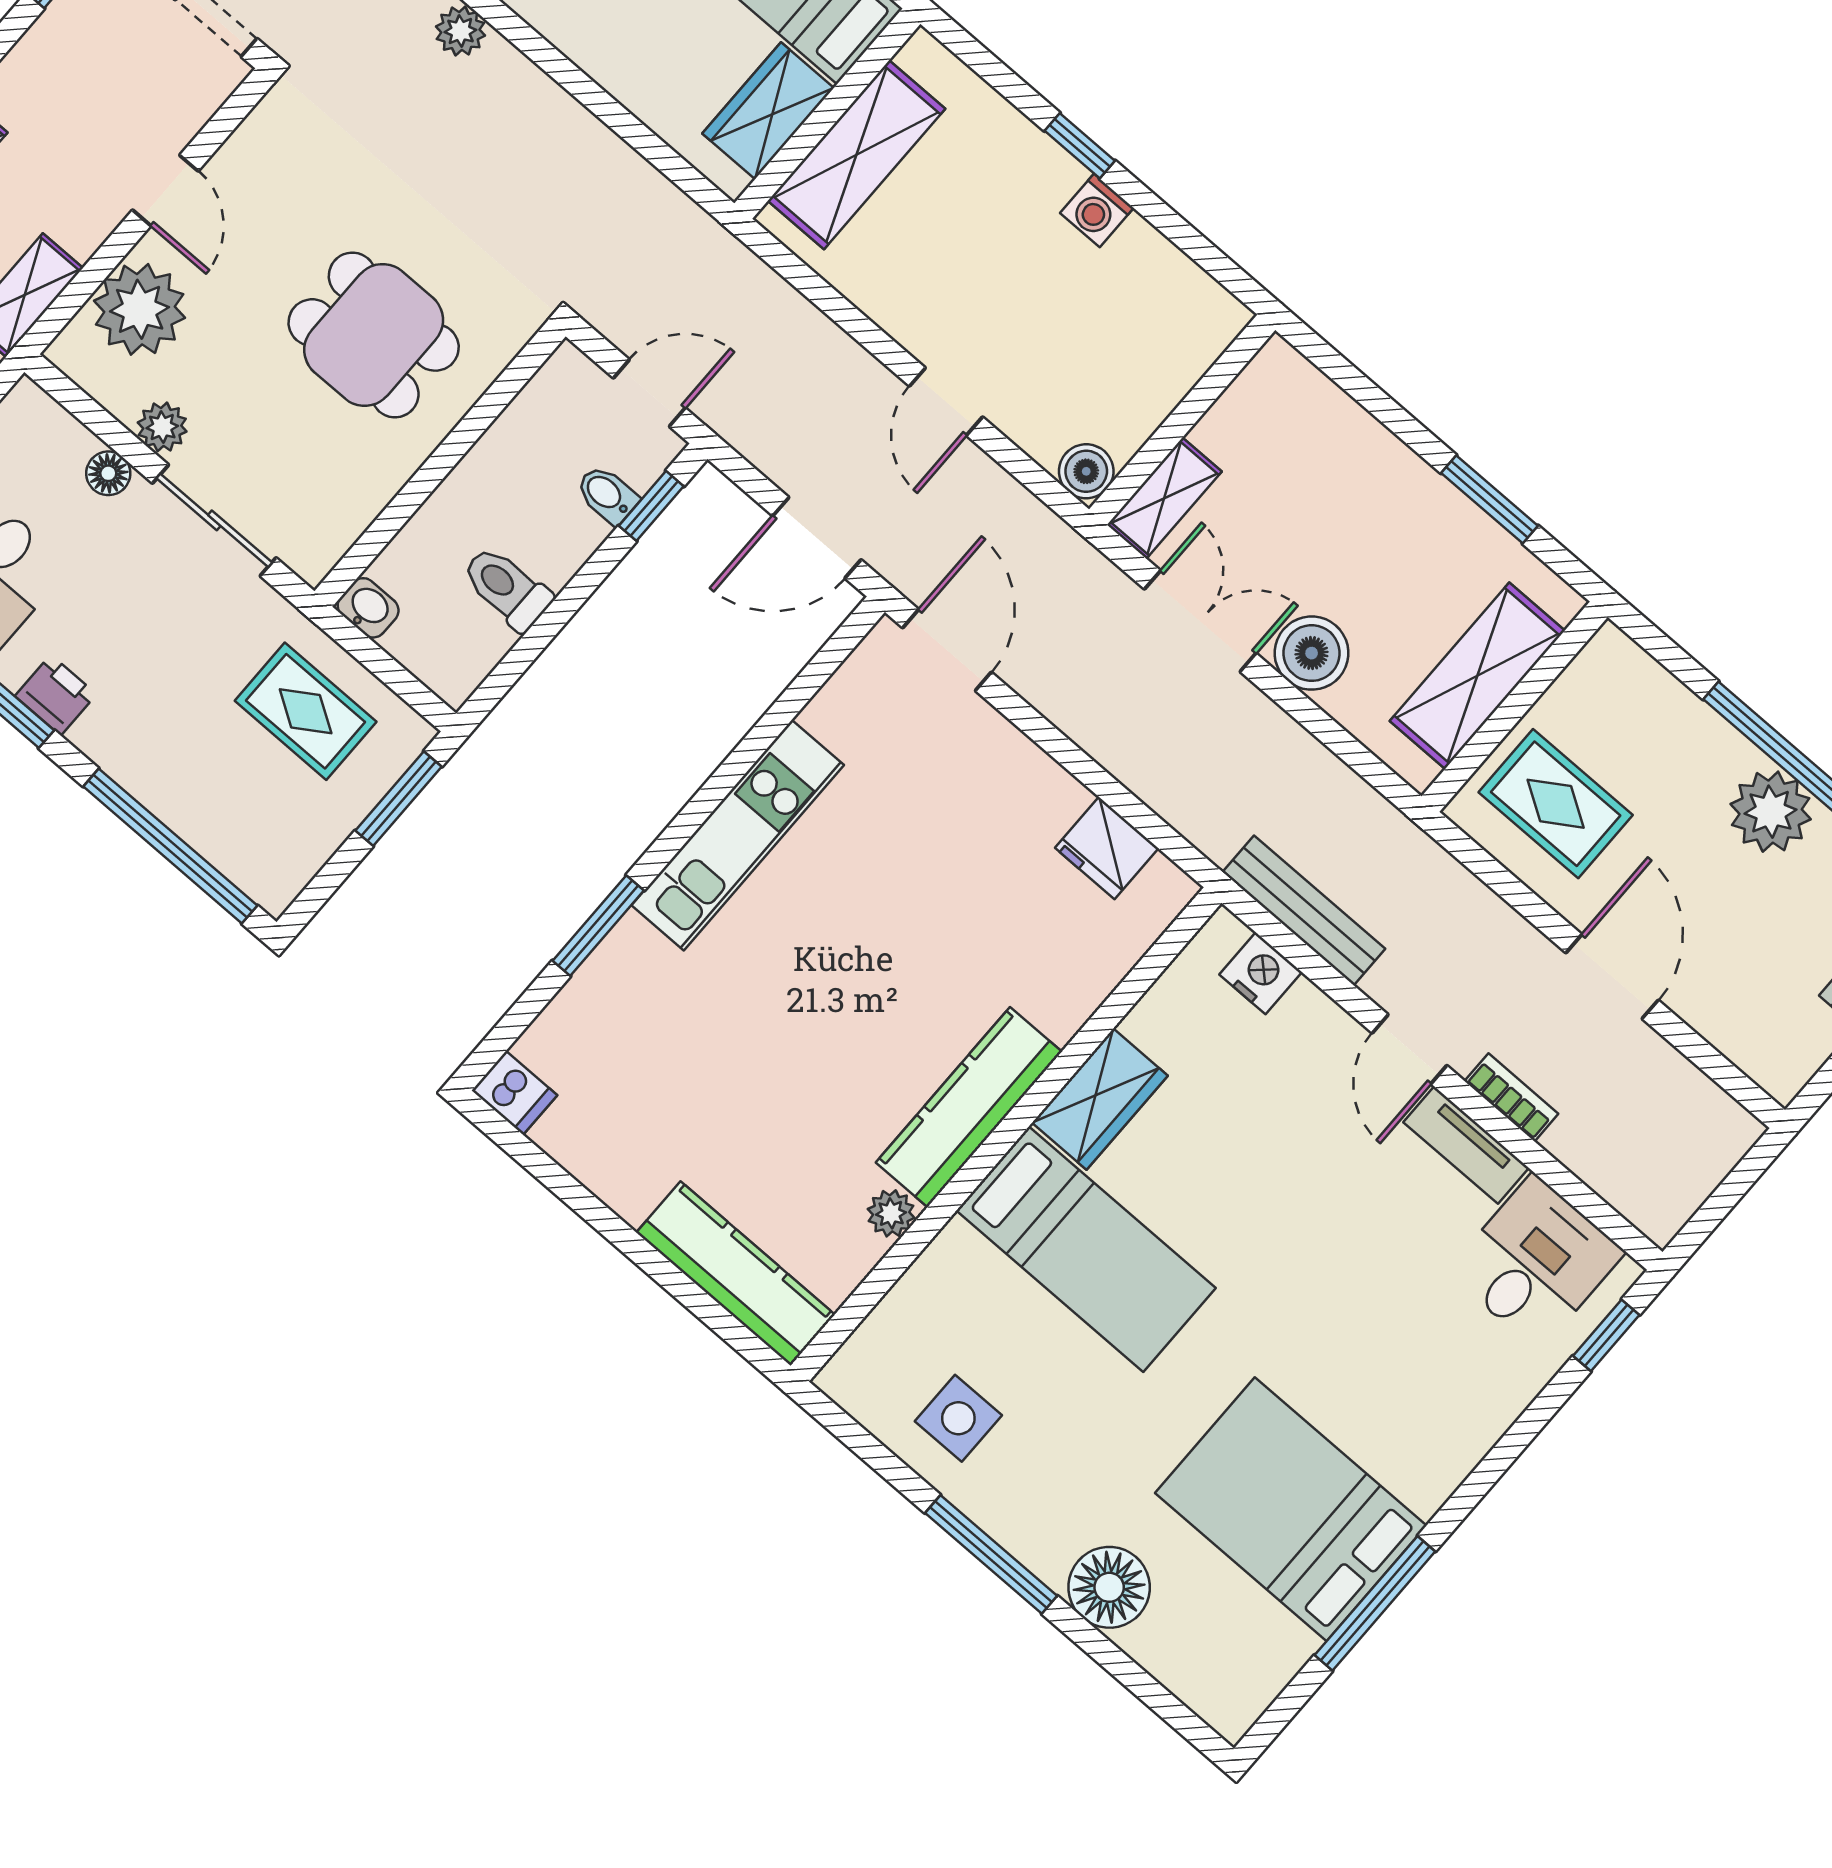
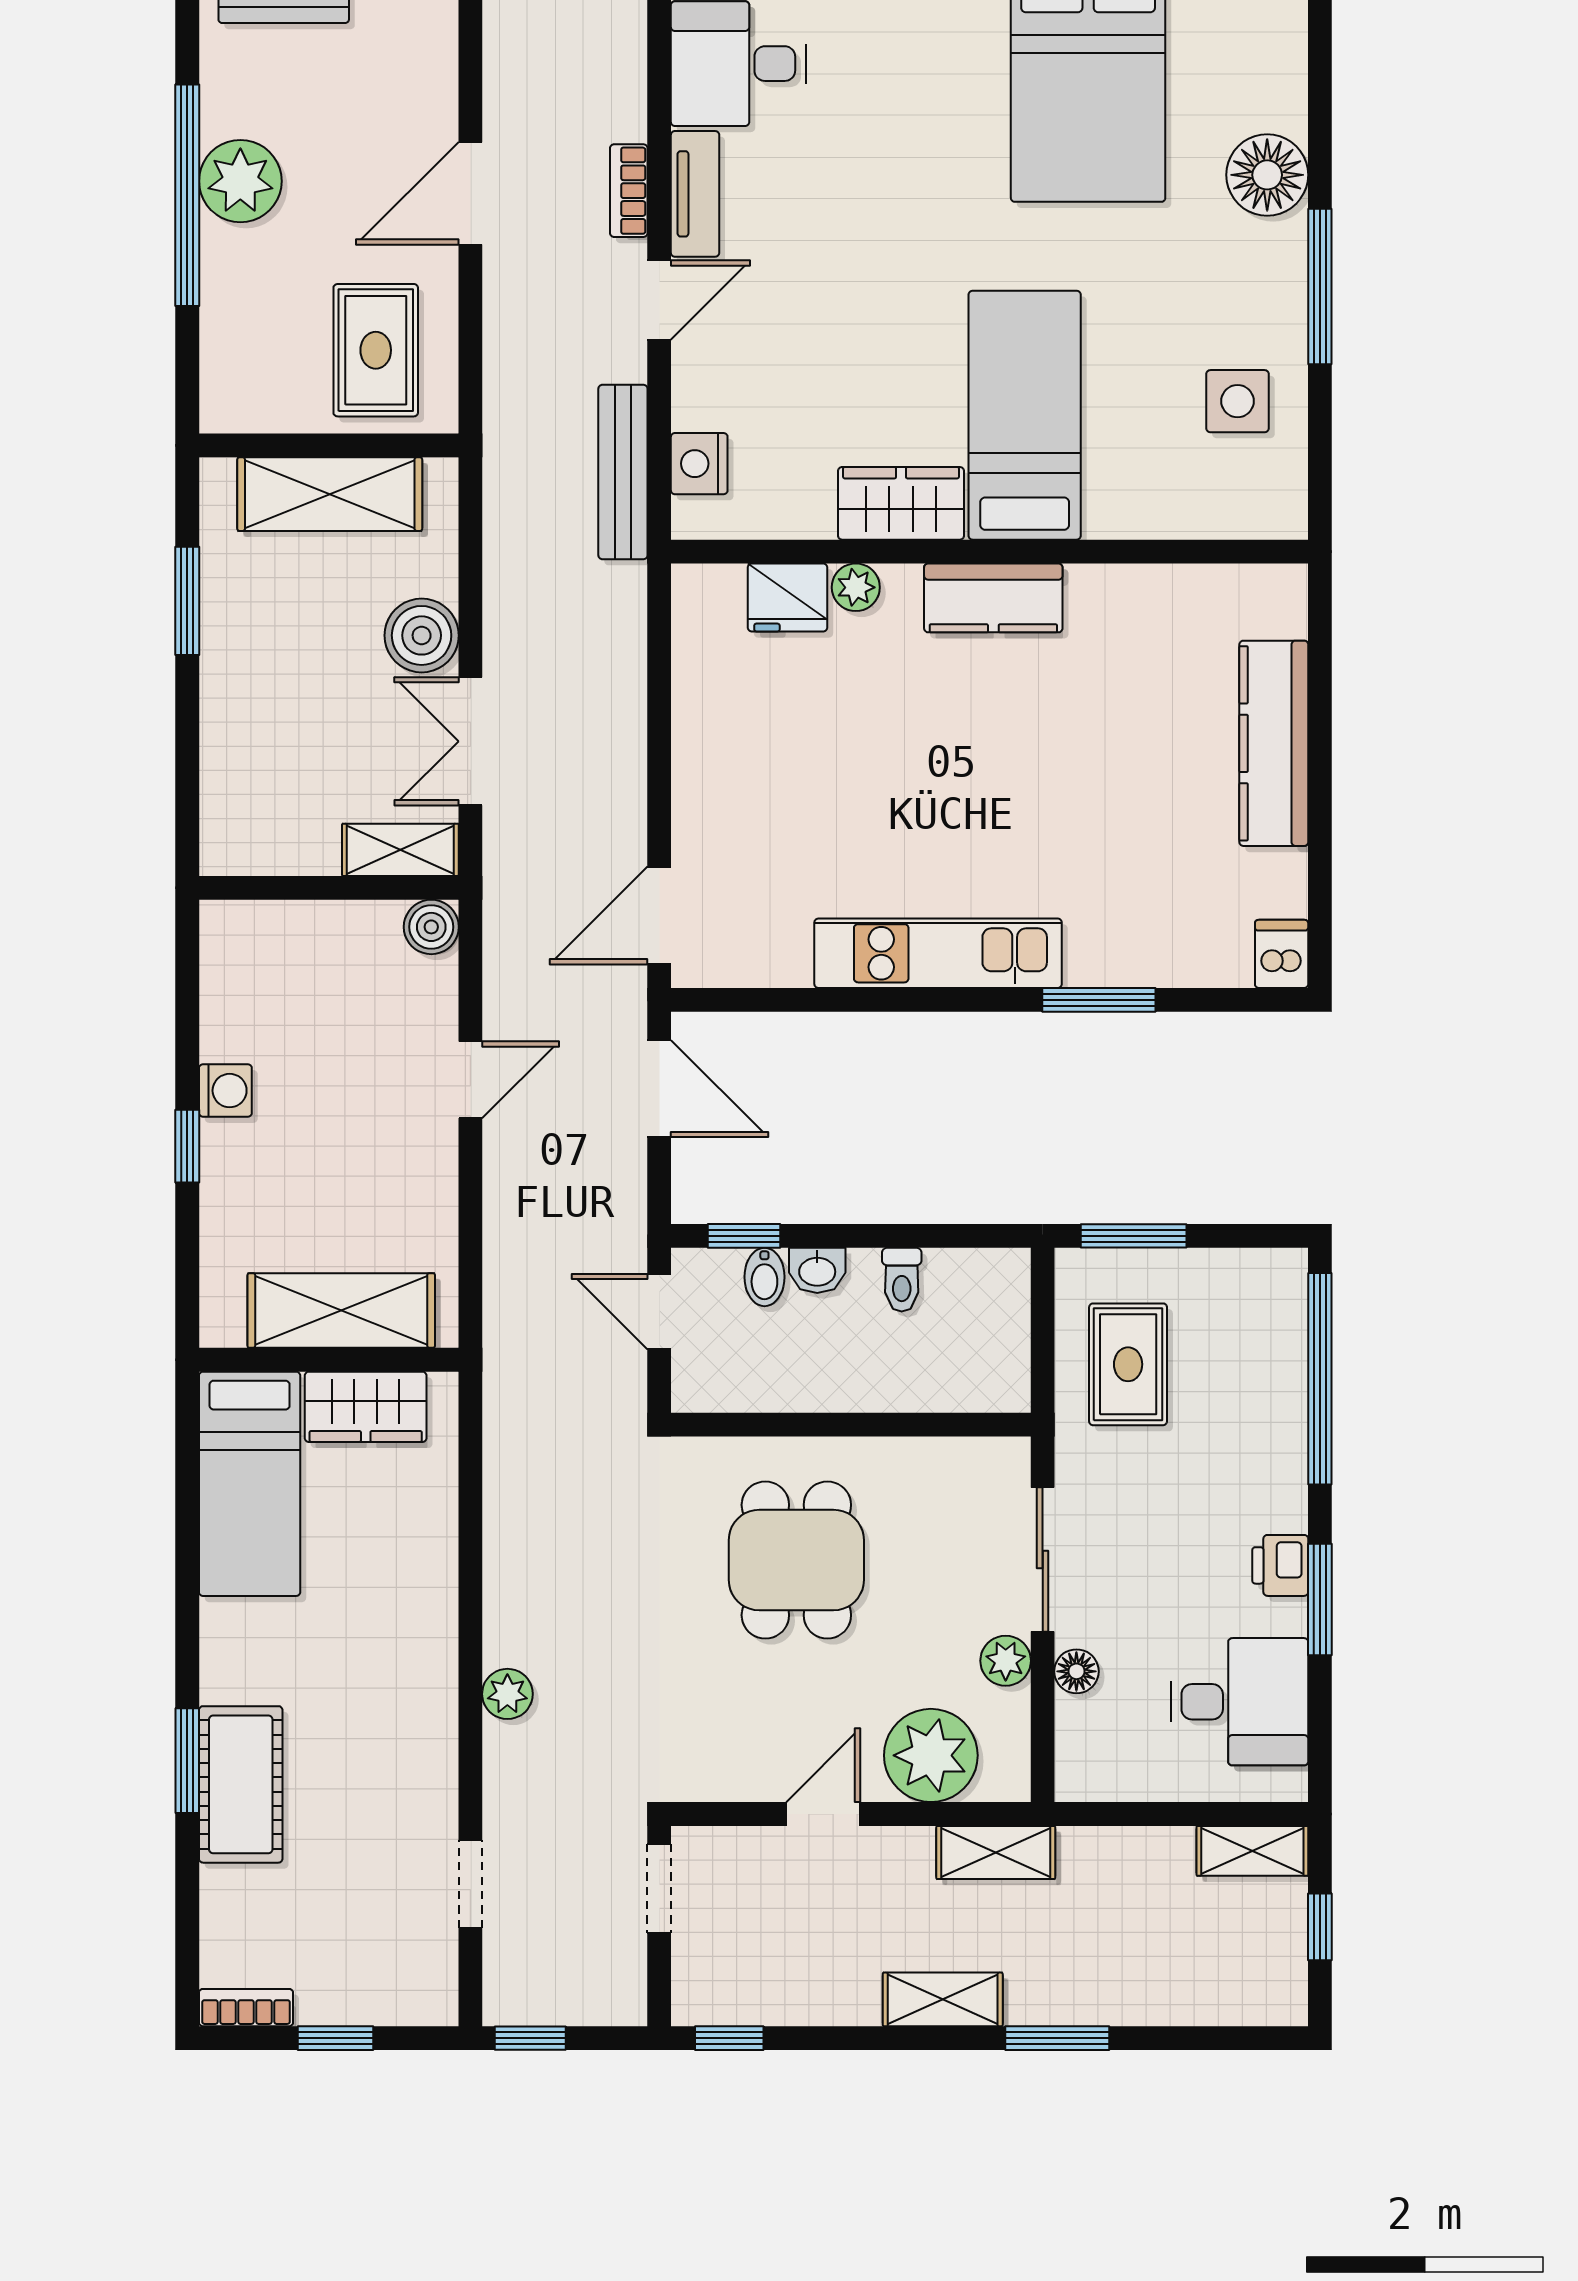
toilet: (507, 588) -> (902, 1280), width x0.73, depth x0.72
washbasin: (368, 608) -> (817, 1270), moved, turned -90
fridge: (1107, 848) -> (788, 597), moved, turned 90
kitchen counter: (969, 1107) -> (993, 598), width x0.67
plant: (891, 1213) -> (856, 587), moved
kitchen counter: (736, 1274) -> (1274, 743), moved

